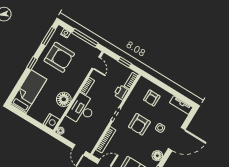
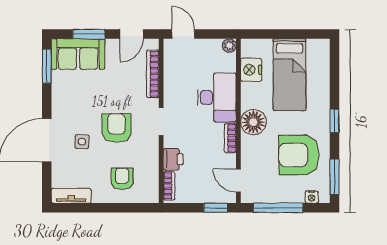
window: (125, 62) -> (216, 208), moved
bed: (28, 92) -> (289, 75), moved
floor lamp: (64, 99) -> (253, 122), moved
nightstand: (51, 122) -> (251, 70), moved
floor lamp: (157, 156) -> (60, 97), removed

